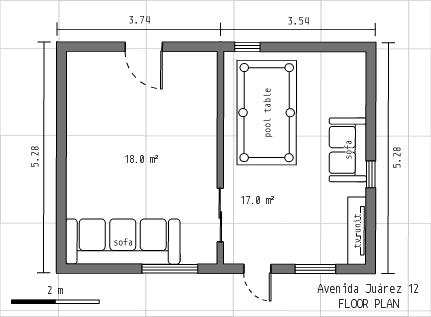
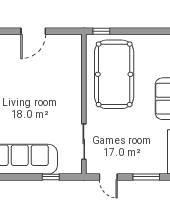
door: (144, 47) -> (33, 31), hinge flipped
window: (170, 269) -> (51, 177), width x0.46

